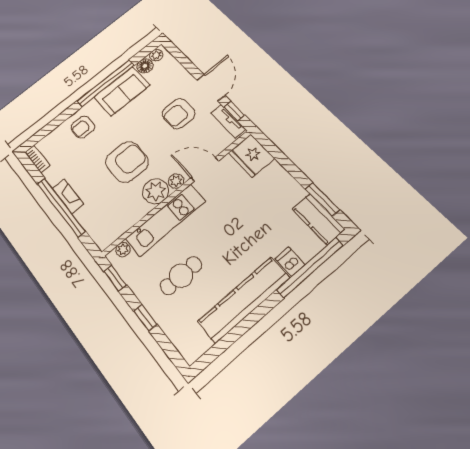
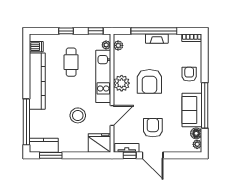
plant: (176, 181) -> (118, 45), moved
stool: (241, 209) -> (78, 115), added
dishwasher: (290, 262) -> (36, 47), moved

